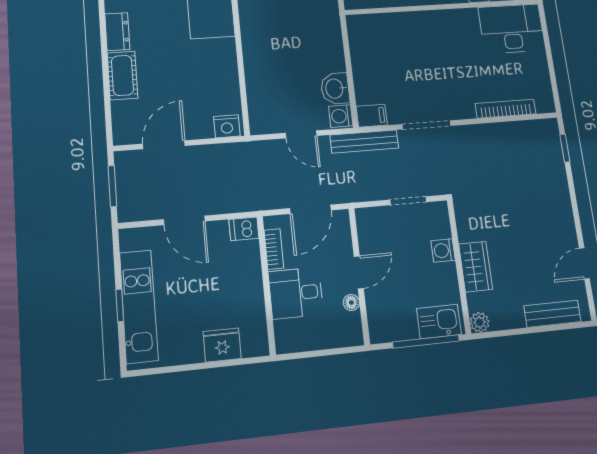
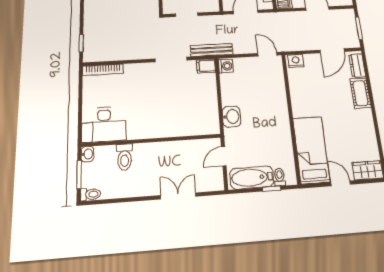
dresser: (117, 32) -> (357, 66), moved
washbasin: (335, 88) -> (231, 117), moved
bookcase: (506, 109) -> (103, 70), moved
door: (301, 134) -> (267, 54), moved

